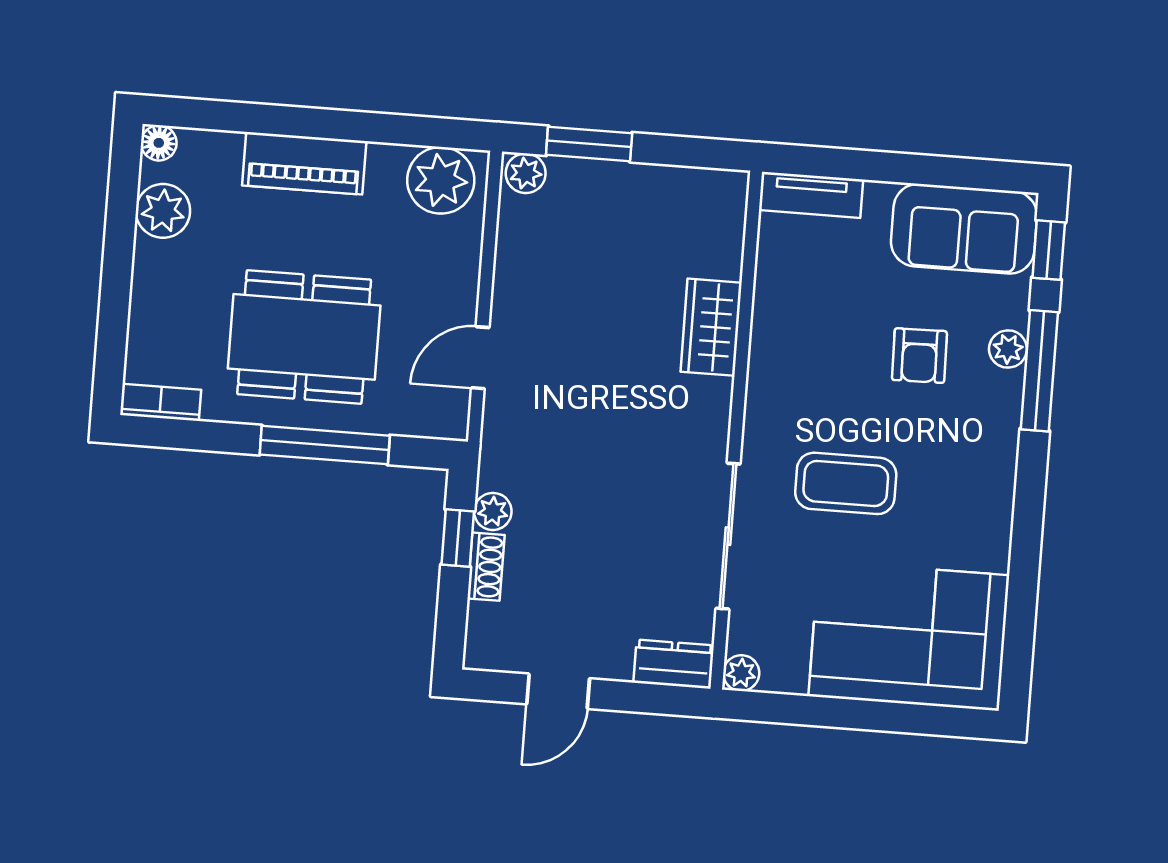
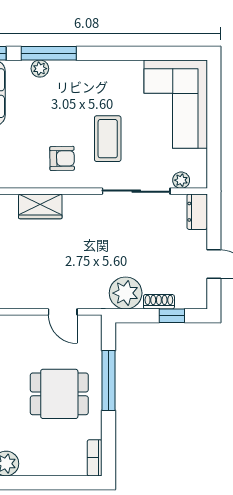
dining table: (304, 337) -> (59, 394), width x0.73
armchair: (919, 356) -> (62, 158), moved
plant: (493, 511) -> (126, 293), width x1.88, depth x1.88
window: (458, 538) -> (172, 316), moved
plant: (741, 673) -> (181, 180), moved

